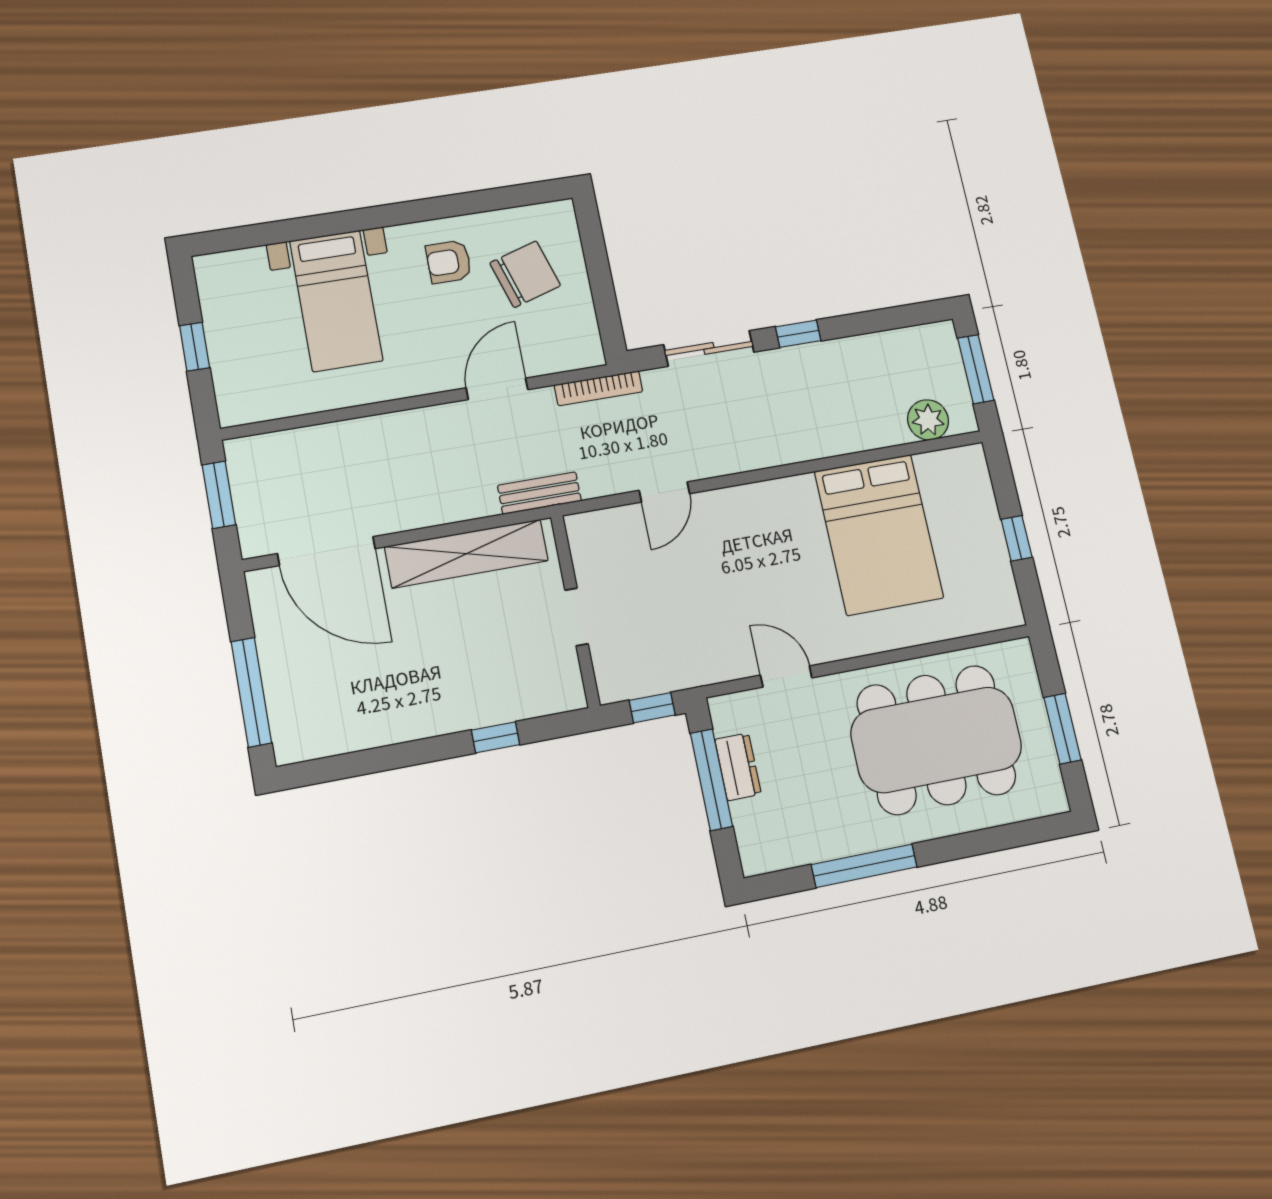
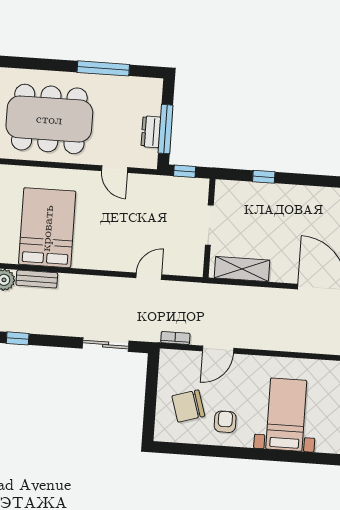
armchair: (449, 262) -> (225, 422), turned -90
window: (798, 334) -> (18, 338), moved
bookcase: (598, 388) -> (175, 338), width x0.64
bench: (539, 493) -> (37, 279), moved
shelving: (466, 554) -> (242, 269), width x0.68
doorway: (577, 617) -> (209, 225), width x1.38

